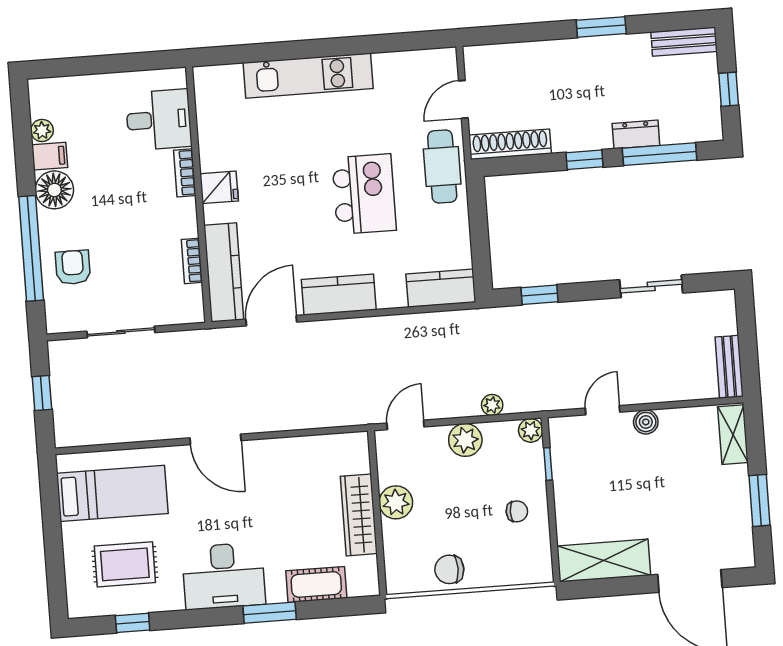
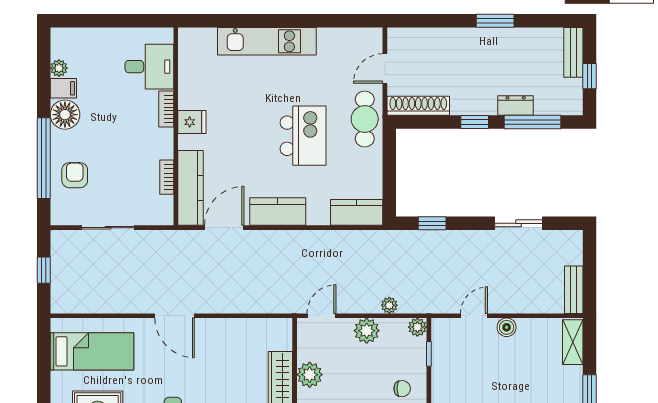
bench: (684, 42) -> (573, 52), moved, turned 90

